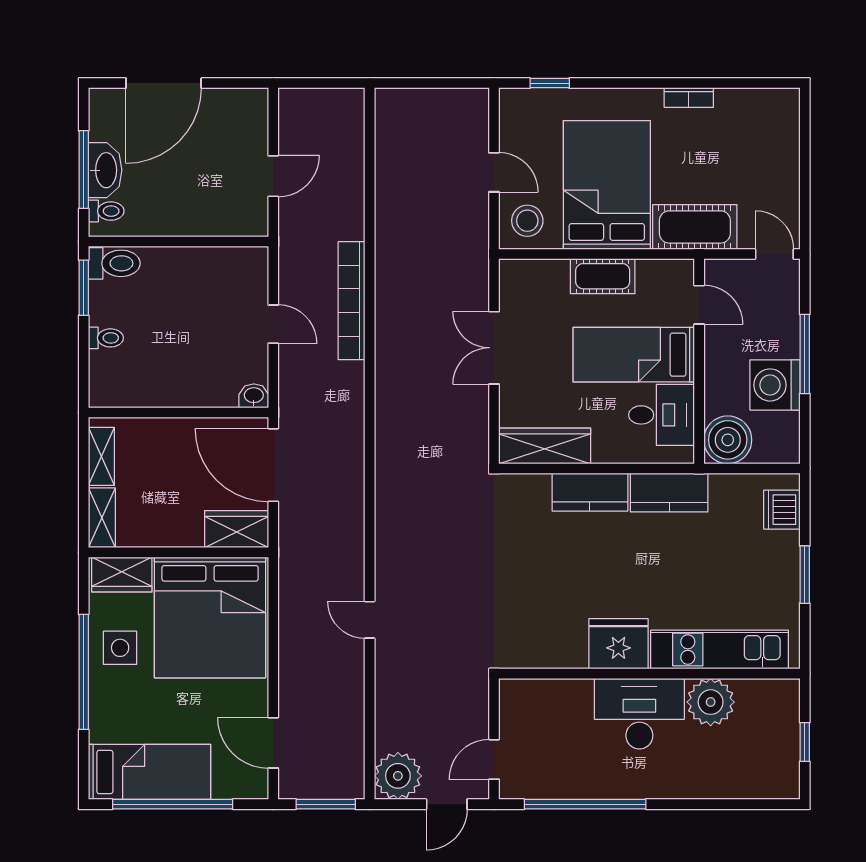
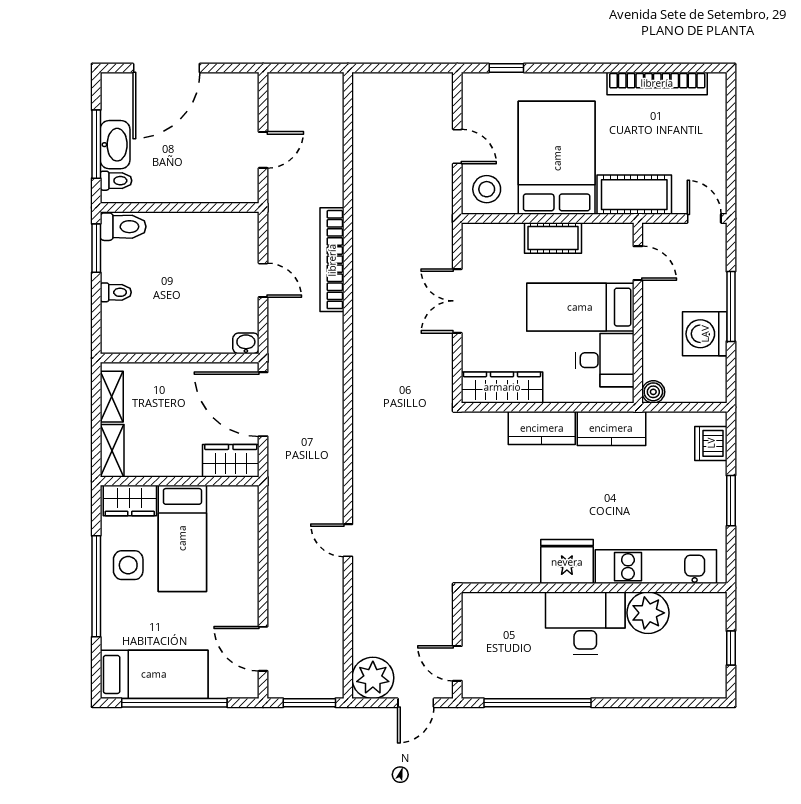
bookcase: (689, 98) -> (657, 83), width x2.31, depth x1.31
boiler: (728, 440) -> (653, 392), width x0.54, depth x0.54
bed: (210, 617) -> (182, 538), width x0.49
door: (494, 759) -> (457, 663), hinge flipped

